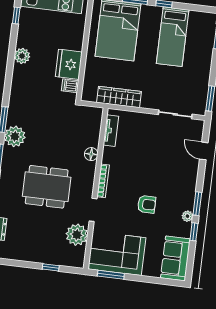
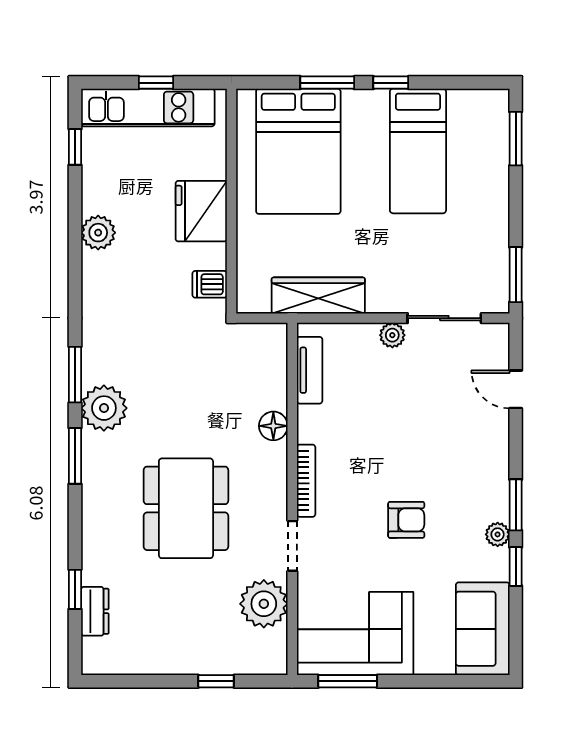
fridge: (69, 64) -> (201, 211), moved
plant: (151, 119) -> (392, 335), added
dining table: (47, 187) -> (186, 508), turned 90

